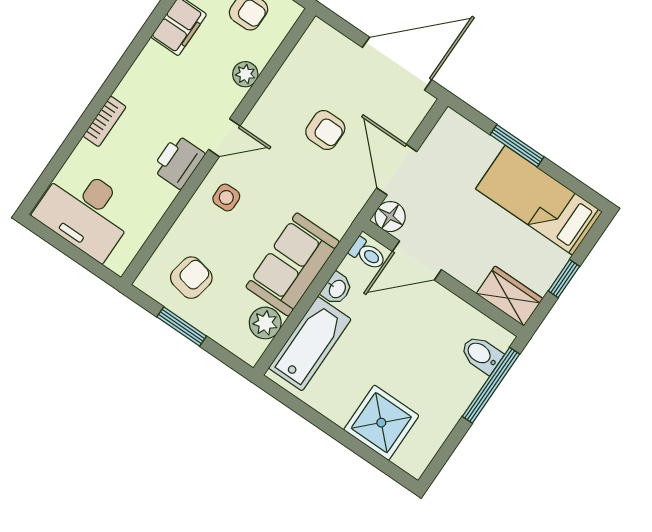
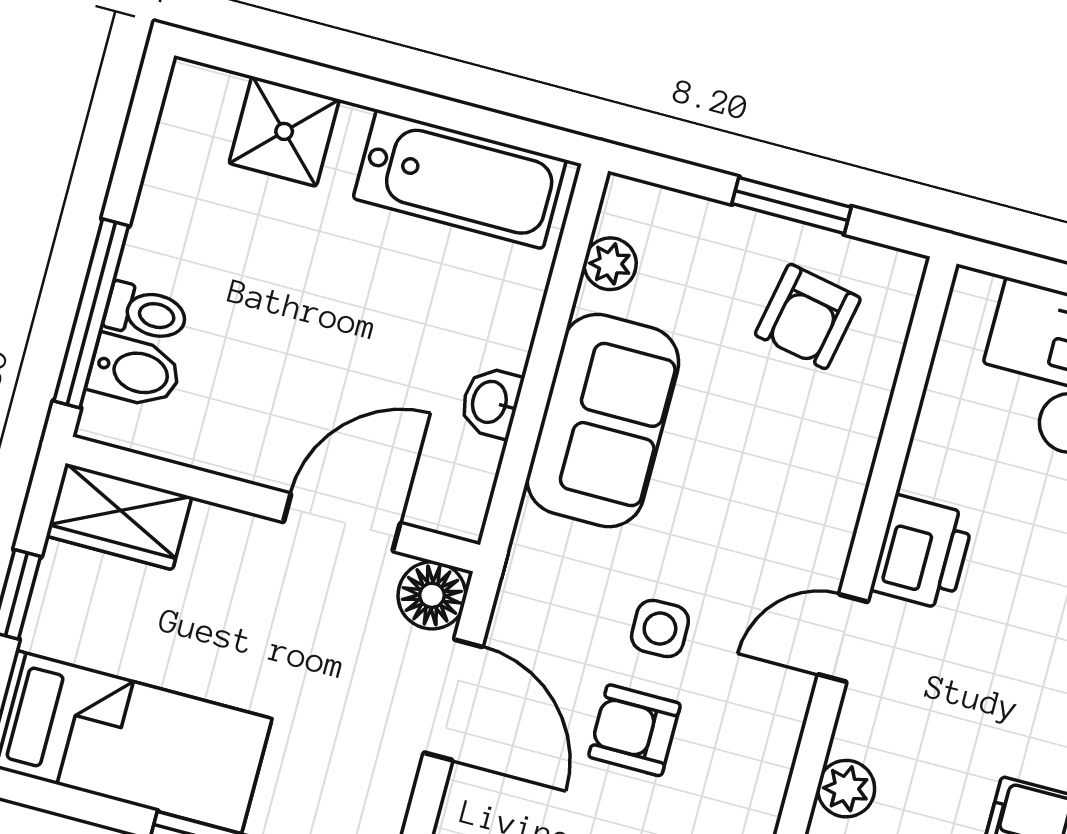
side table: (226, 198) -> (660, 628), moved
toilet: (367, 254) -> (146, 313), moved, turned 180
plant: (265, 323) -> (610, 264), width x0.73, depth x0.73
bathtub: (310, 344) -> (460, 179), moved, turned -90
shower: (381, 423) -> (284, 131), width x0.73, depth x0.73

